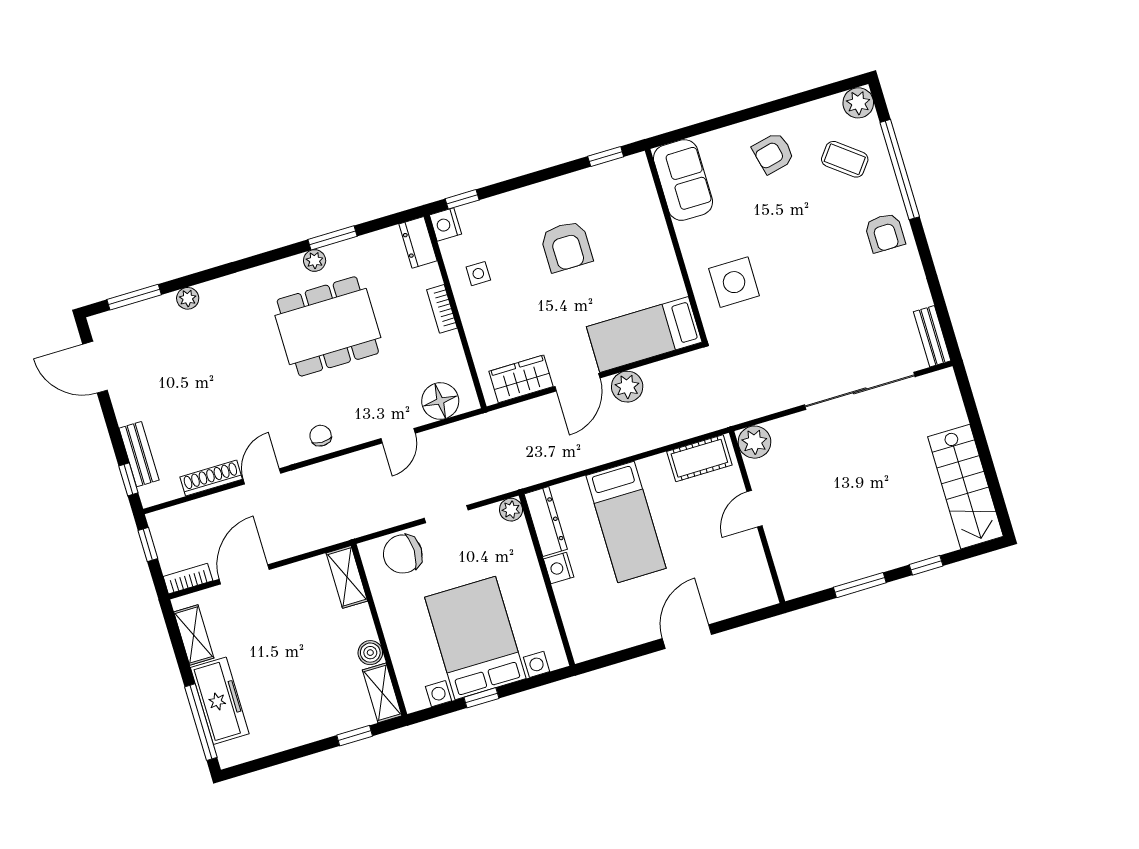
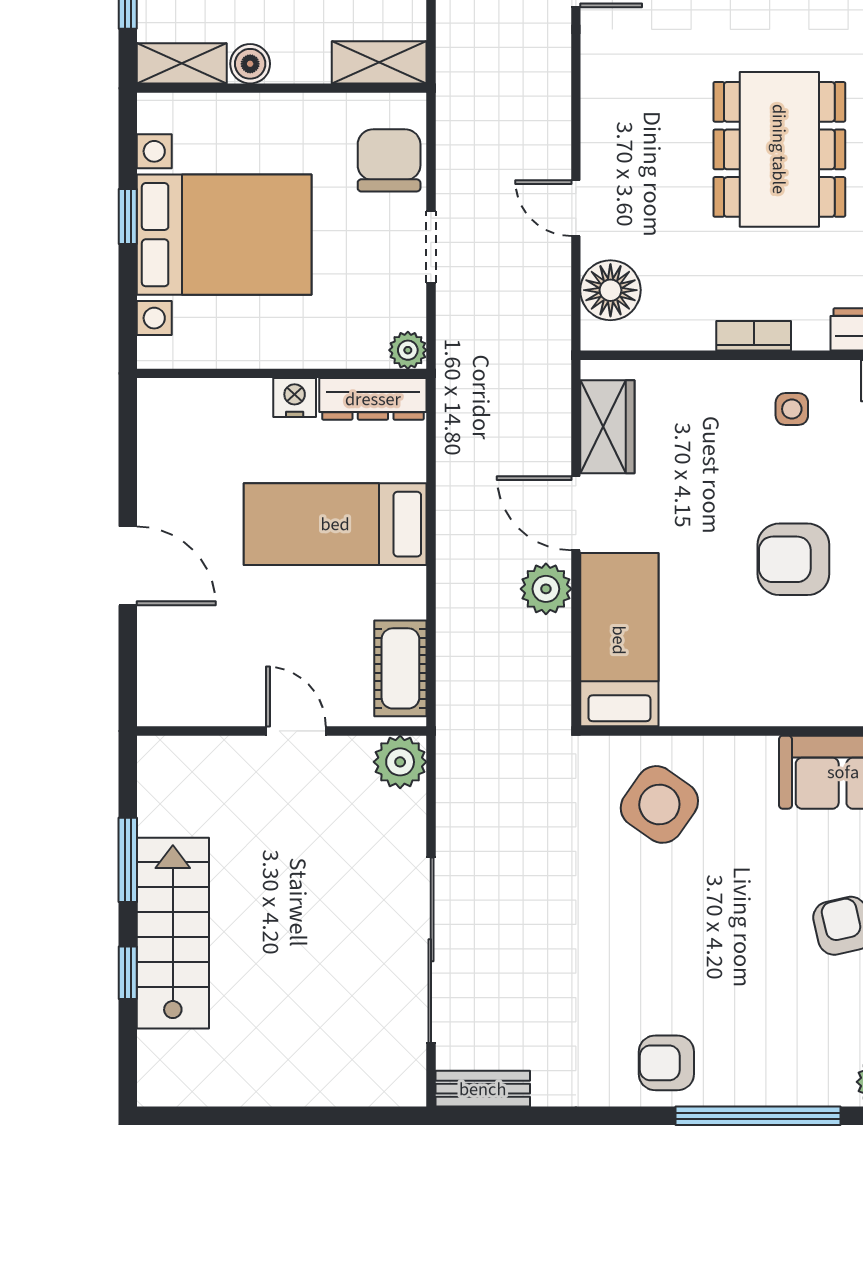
coffee table: (845, 159) -> (800, 1035), removed
side table: (734, 282) -> (659, 804), turned 35
chair: (321, 436) -> (612, 87), removed
stairs: (965, 487) -> (173, 933), moved, turned 90

